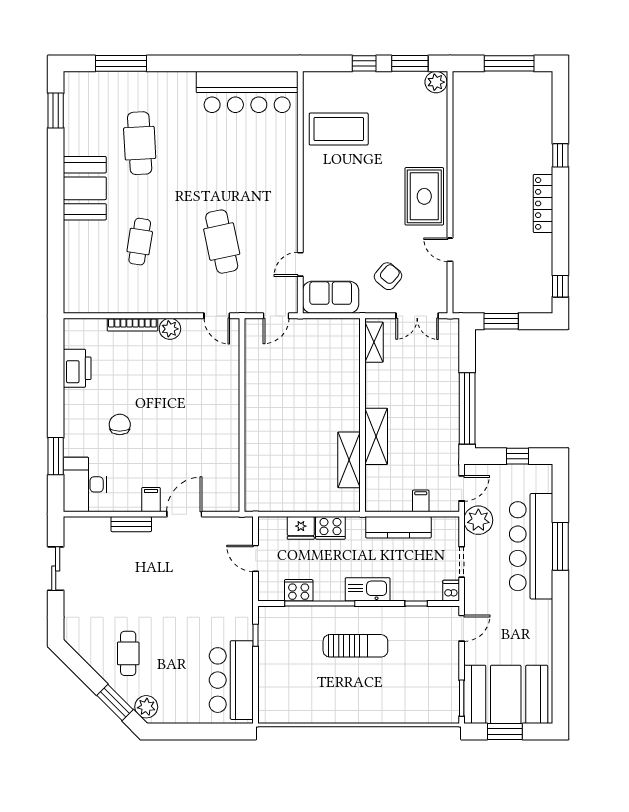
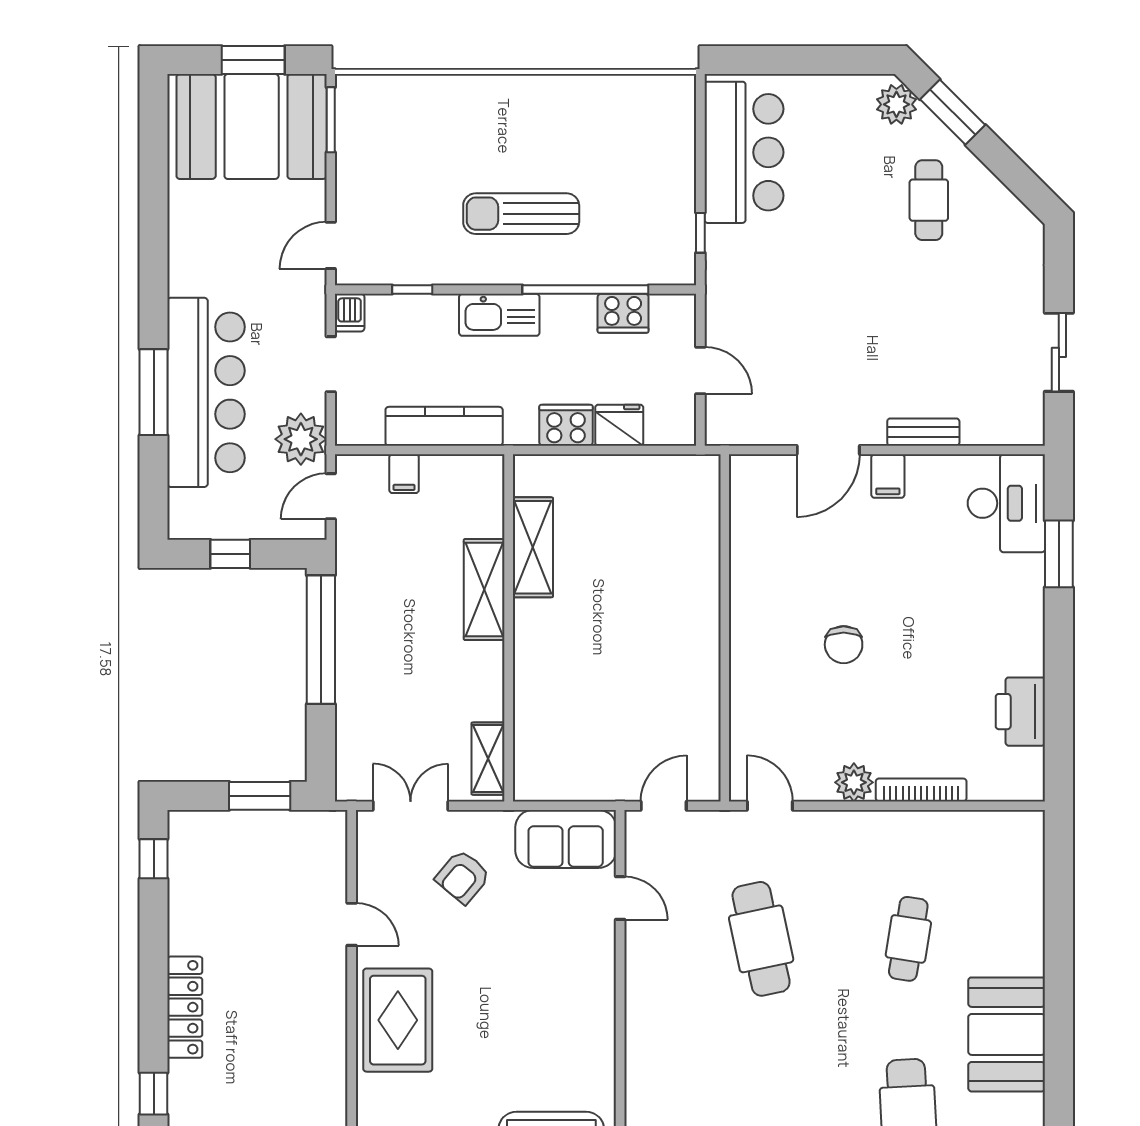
door: (300, 264) -> (620, 898), hinge flipped
chair: (120, 424) -> (844, 645), moved

